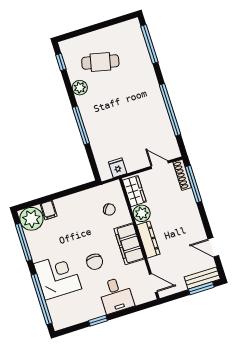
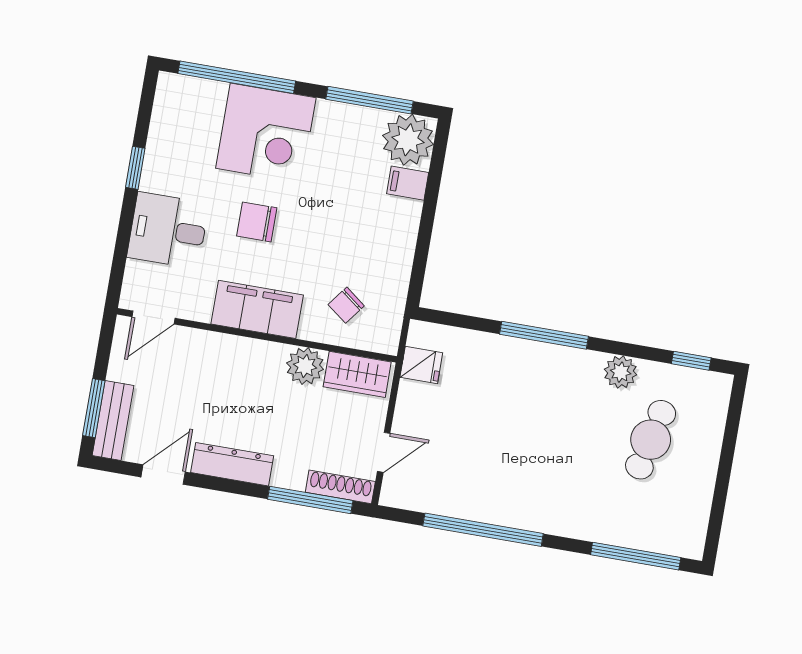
dresser: (148, 240) -> (232, 464), moved, turned 180

